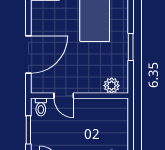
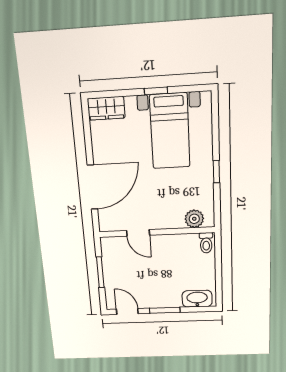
window: (131, 47) -> (216, 172), width x0.67
toilet: (41, 107) -> (206, 243), moved

